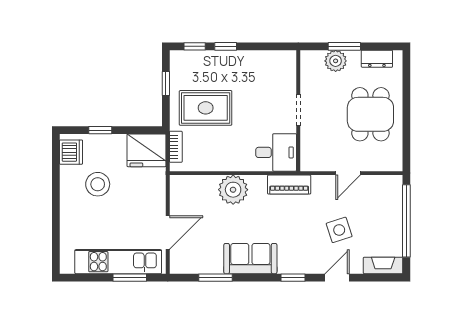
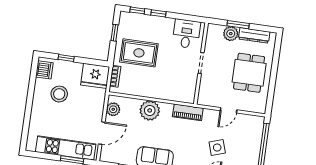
dresser: (377, 59) -> (254, 35), width x1.44
desk: (276, 152) -> (186, 34), moved, turned -90
plant: (180, 195) -> (113, 109), added

